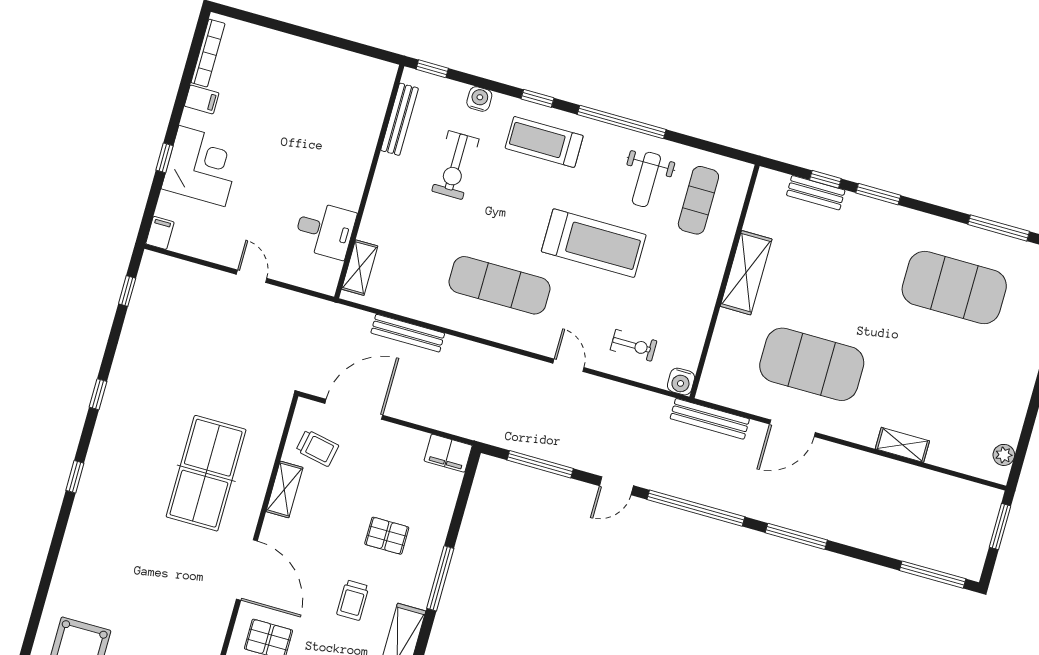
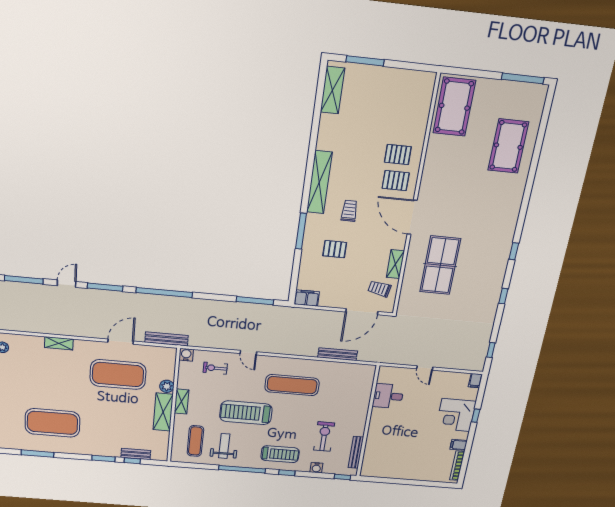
shelving: (360, 268) -> (182, 402), moved
plant: (729, 324) -> (167, 386), added
door: (616, 486) -> (67, 284), moved

